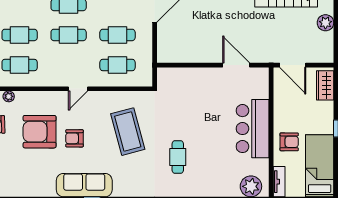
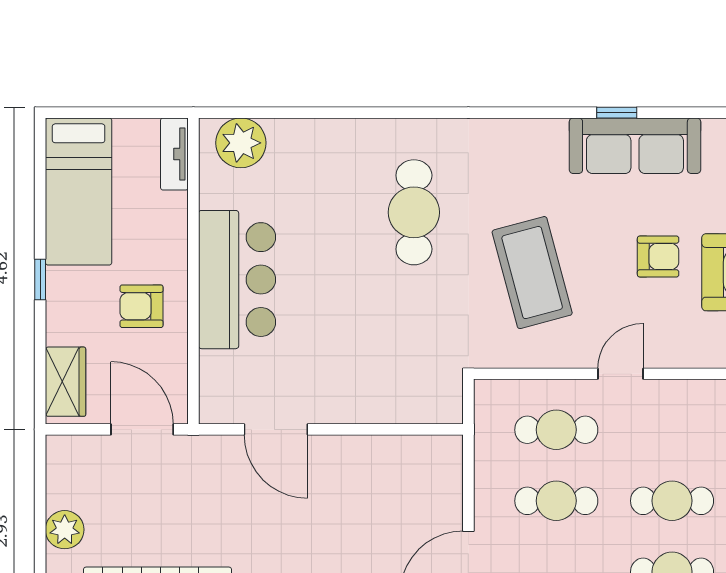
door: (78, 89) -> (620, 374), moved
armchair: (289, 142) -> (142, 306), moved
cafe table: (178, 157) -> (414, 212), width x1.37, depth x1.35

